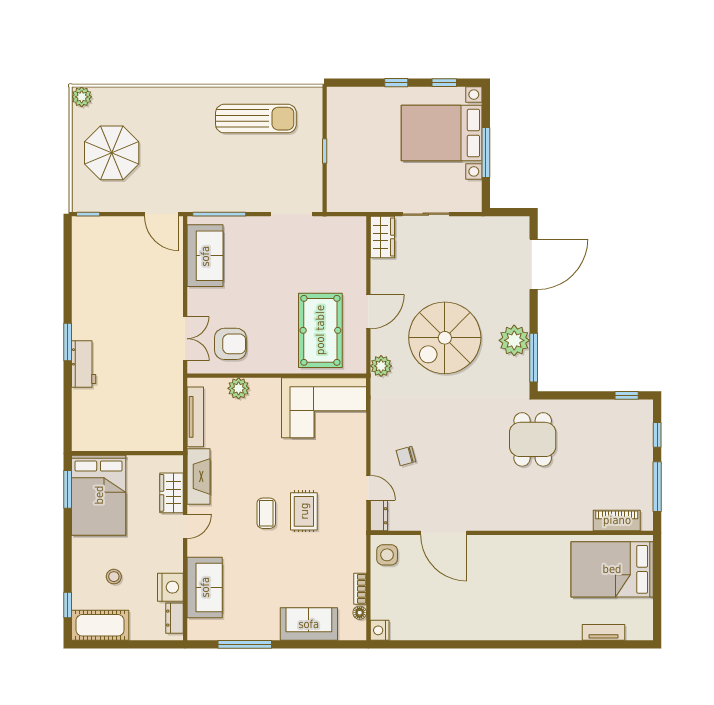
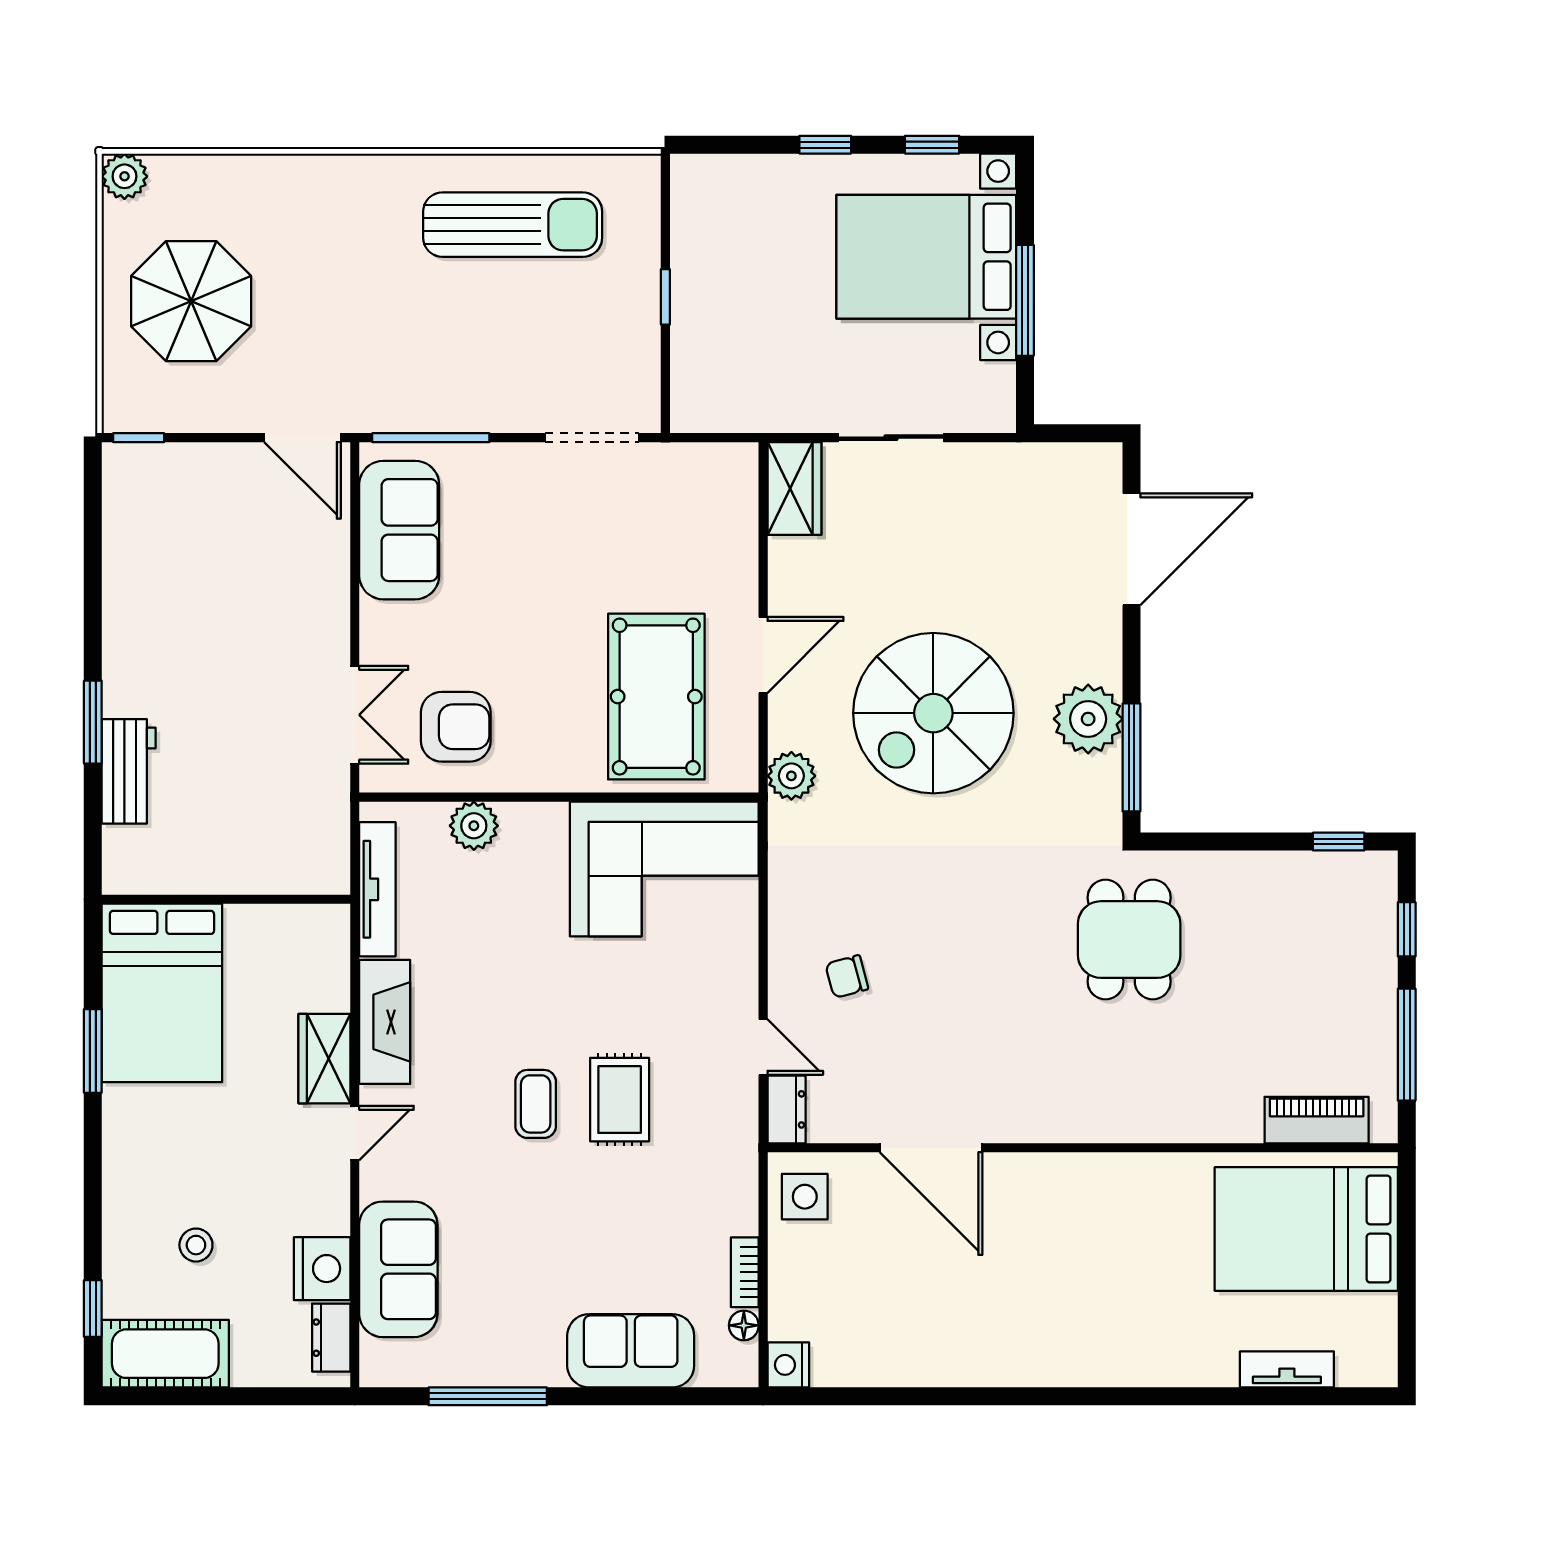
wall: (127, 453) -> (226, 899), moved
bed: (99, 495) -> (162, 993), moved

